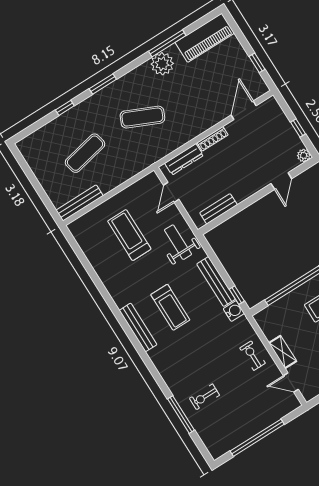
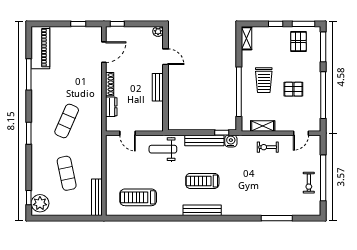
plant: (162, 64) -> (40, 203), moved
window: (65, 108) -> (29, 198), moved
door: (244, 110) -> (104, 52), swing flipped
window: (298, 128) -> (117, 24), moved
dresser: (184, 159) -> (111, 107), width x0.70
bench: (218, 209) -> (158, 87), moved
treadmill: (129, 235) -> (138, 197), moved
treadmill: (170, 307) -> (202, 181), turned 180
shelving: (283, 352) -> (263, 126), moved
exercise bike: (205, 397) -> (309, 183), moved

